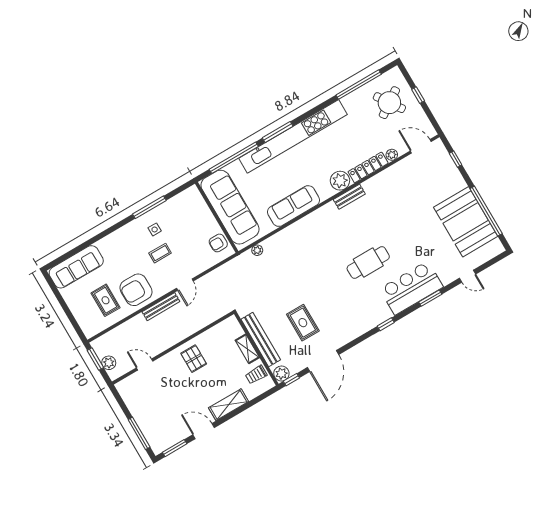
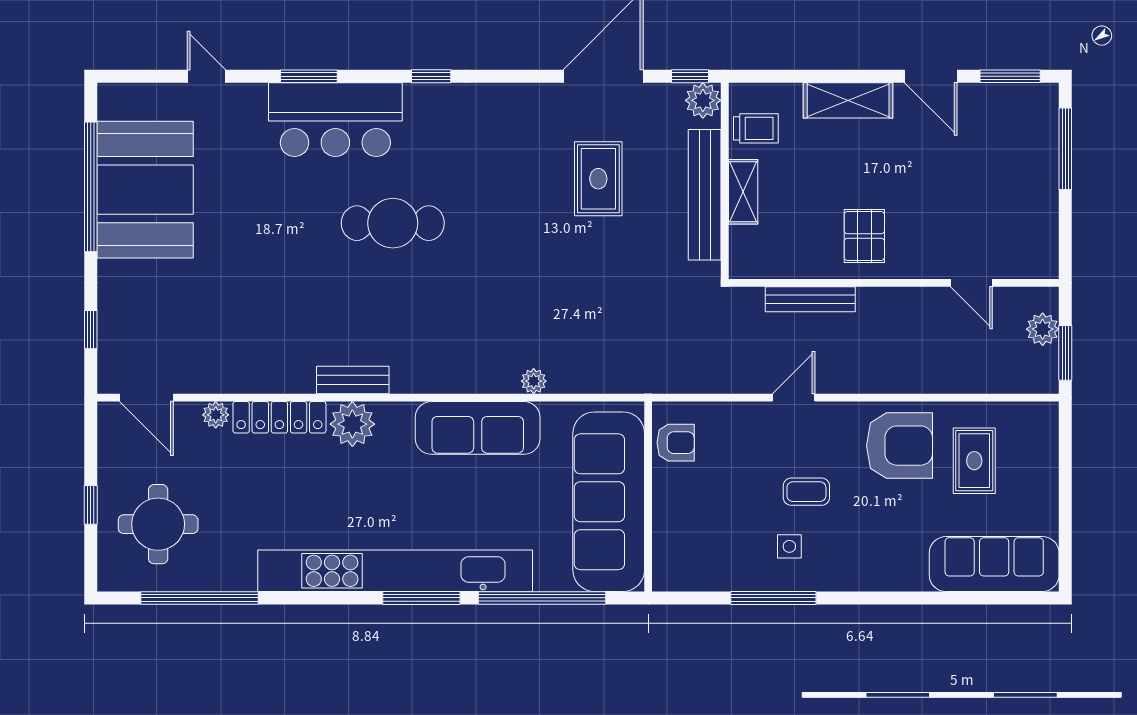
round table: (389, 103) -> (158, 524), turned 34
plant: (257, 250) -> (534, 381), moved
bench: (161, 307) -> (810, 299), moved

